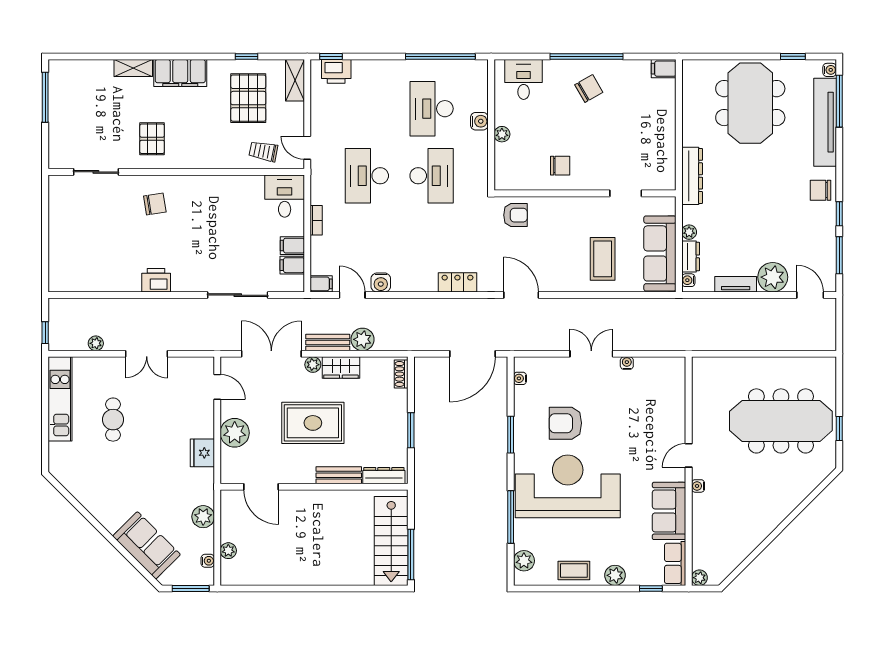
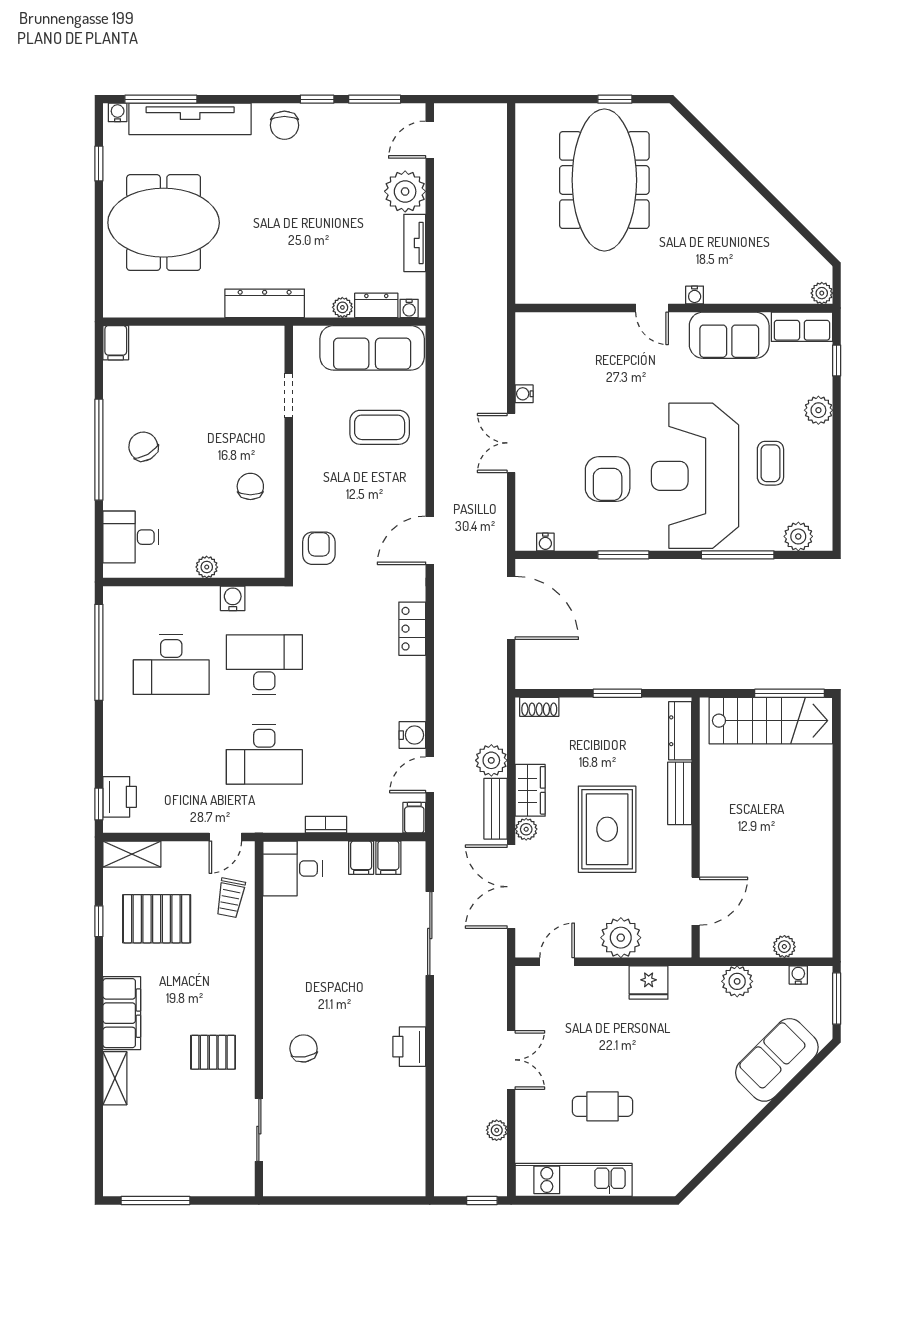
water cooler: (479, 121) -> (233, 598), moved
coffee table: (574, 570) -> (770, 463), moved

